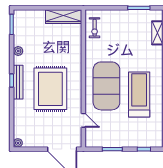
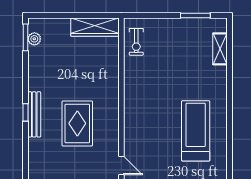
plant: (18, 51) -> (34, 39), moved
exercise mat: (106, 86) -> (152, 120), removed
rug: (50, 89) -> (77, 123), width x0.73, depth x0.69

